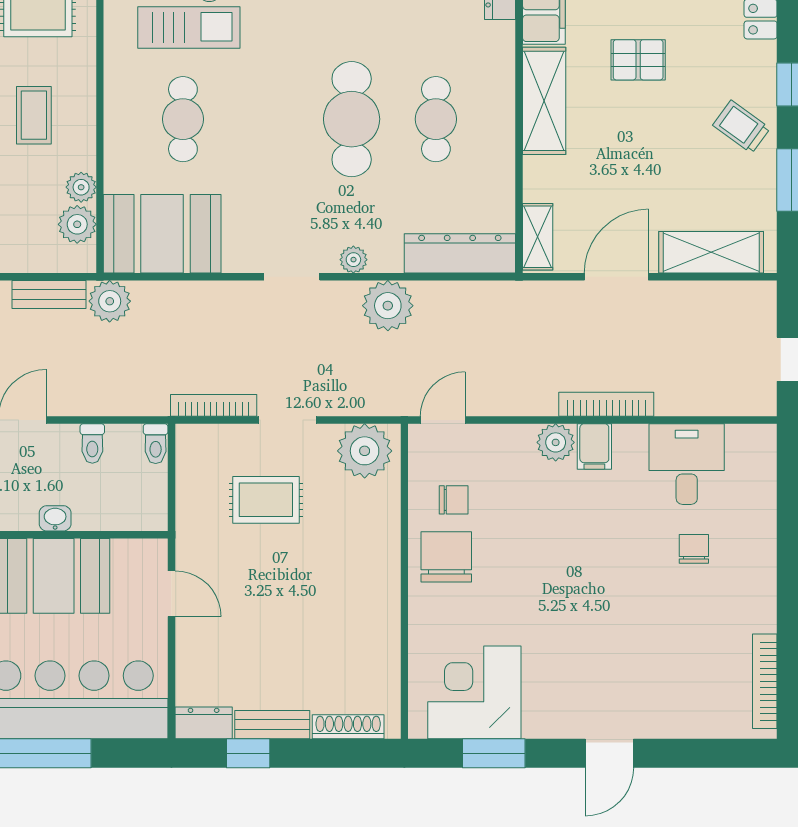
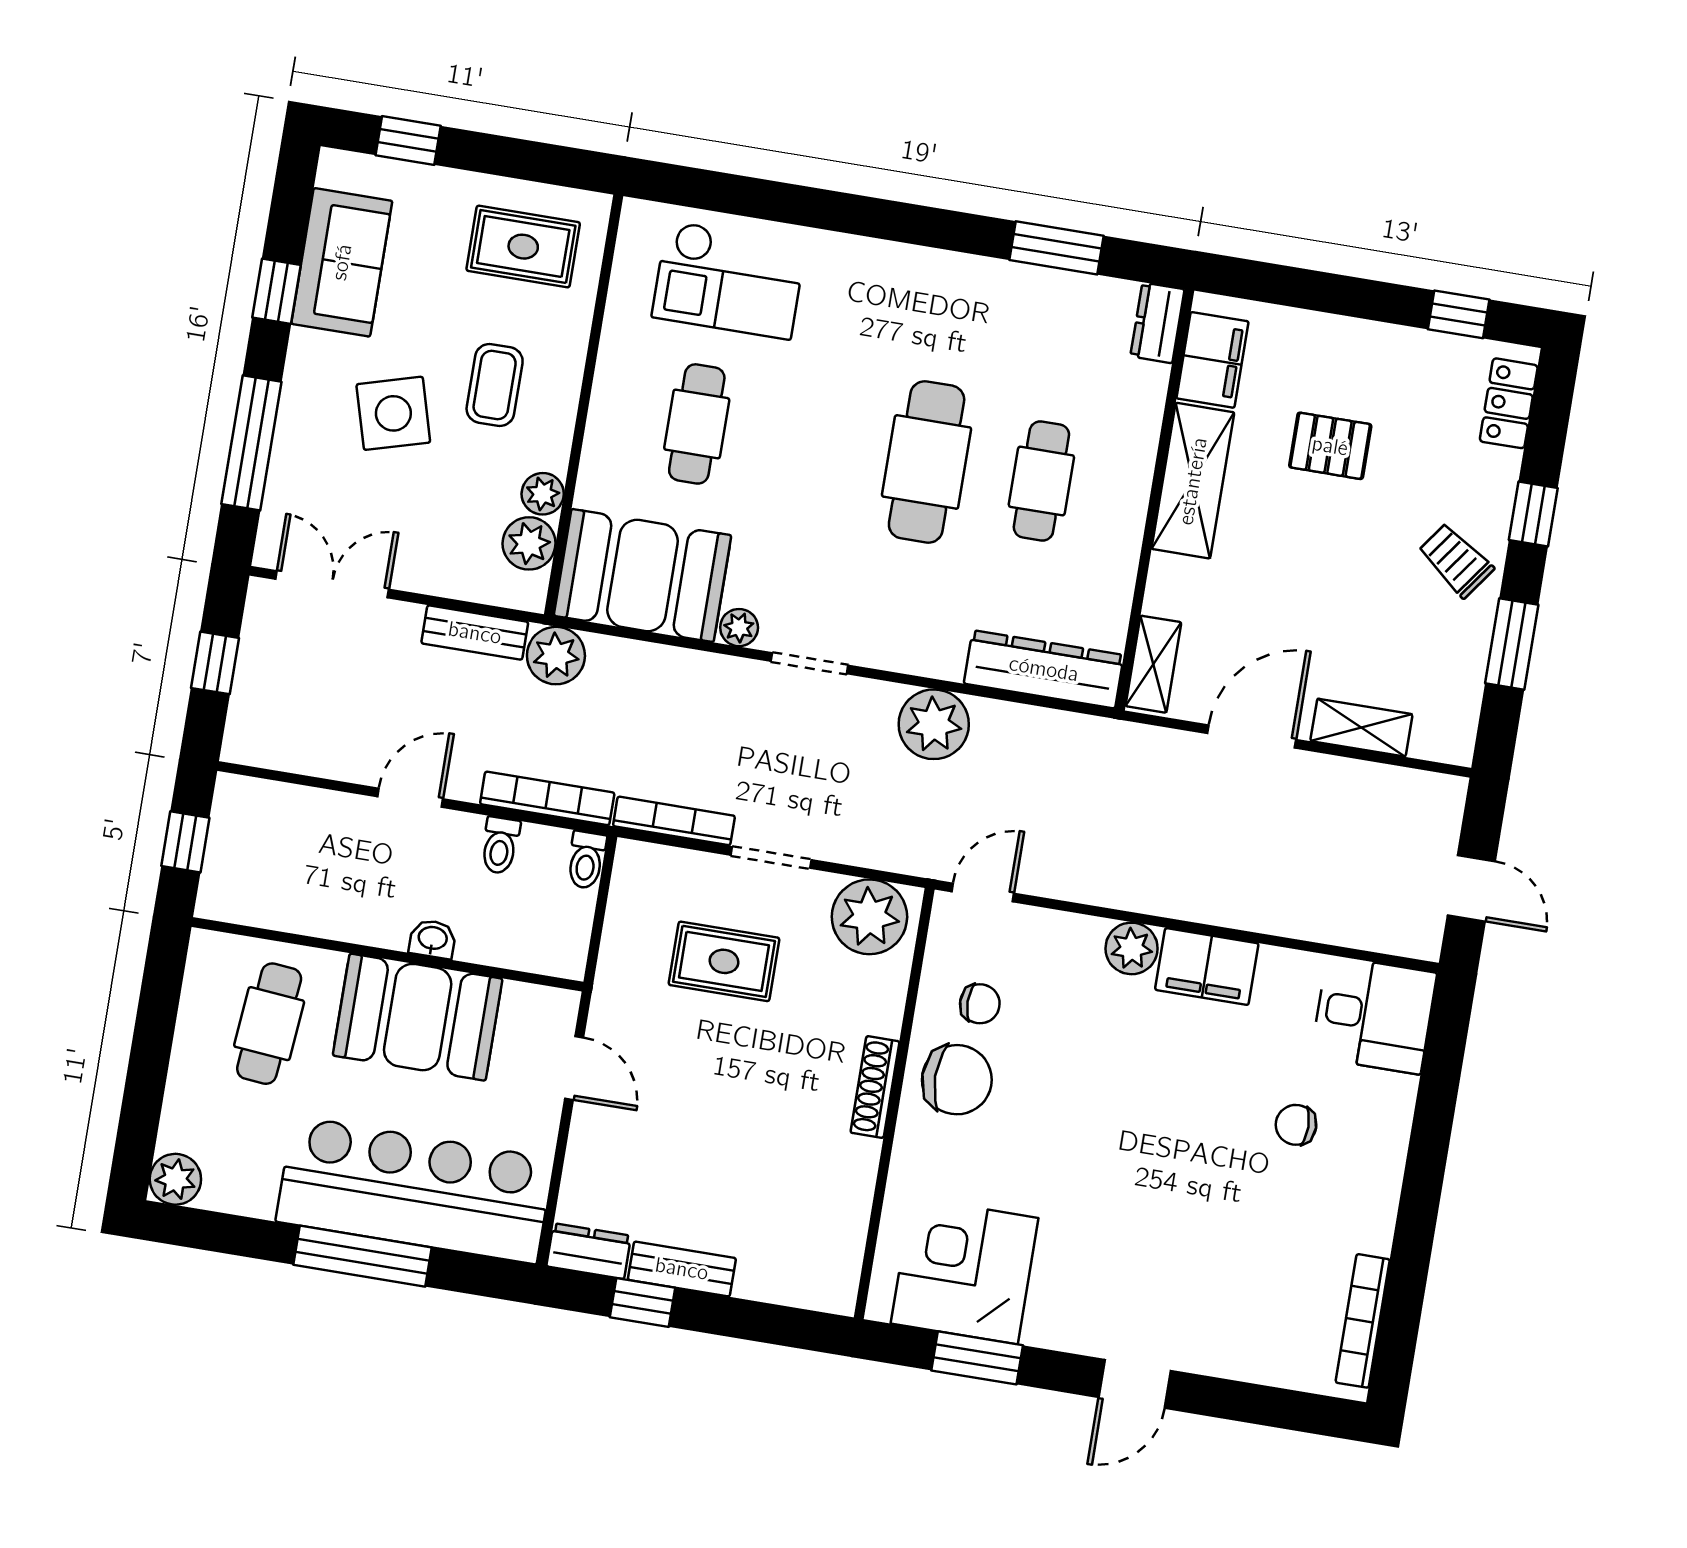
shelving: (711, 252) -> (1361, 728), width x0.67, depth x0.75
plant: (353, 260) -> (739, 628), moved
bookcase: (606, 404) -> (547, 798), moved
filing cabinet: (594, 446) -> (1207, 967), width x2.00
desk: (687, 464) -> (1374, 1015), moved, turned 90
chair: (694, 549) -> (1296, 1125), turned -90
chair: (446, 557) -> (957, 1080), turned 90
shoe rack: (348, 727) -> (875, 1087), moved, turned -90

